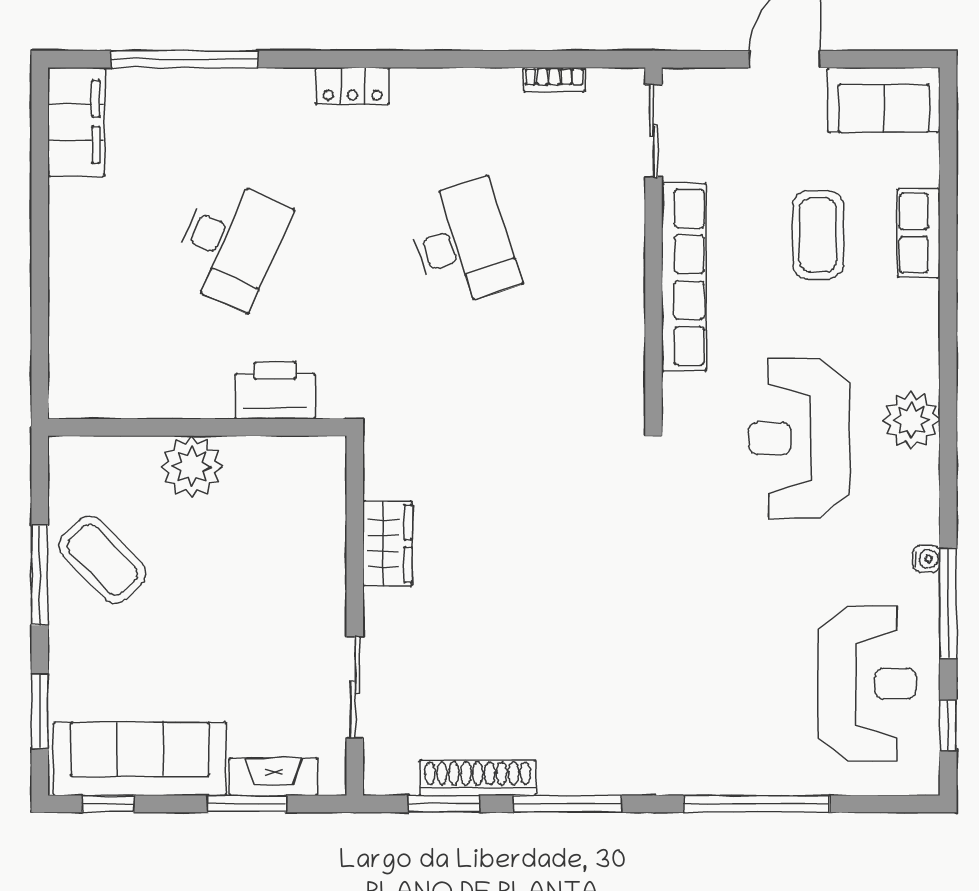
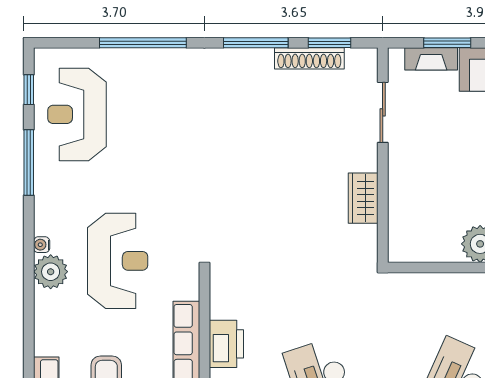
printer: (275, 391) -> (226, 344), moved, turned -90
water cooler: (926, 559) -> (42, 245), moved

